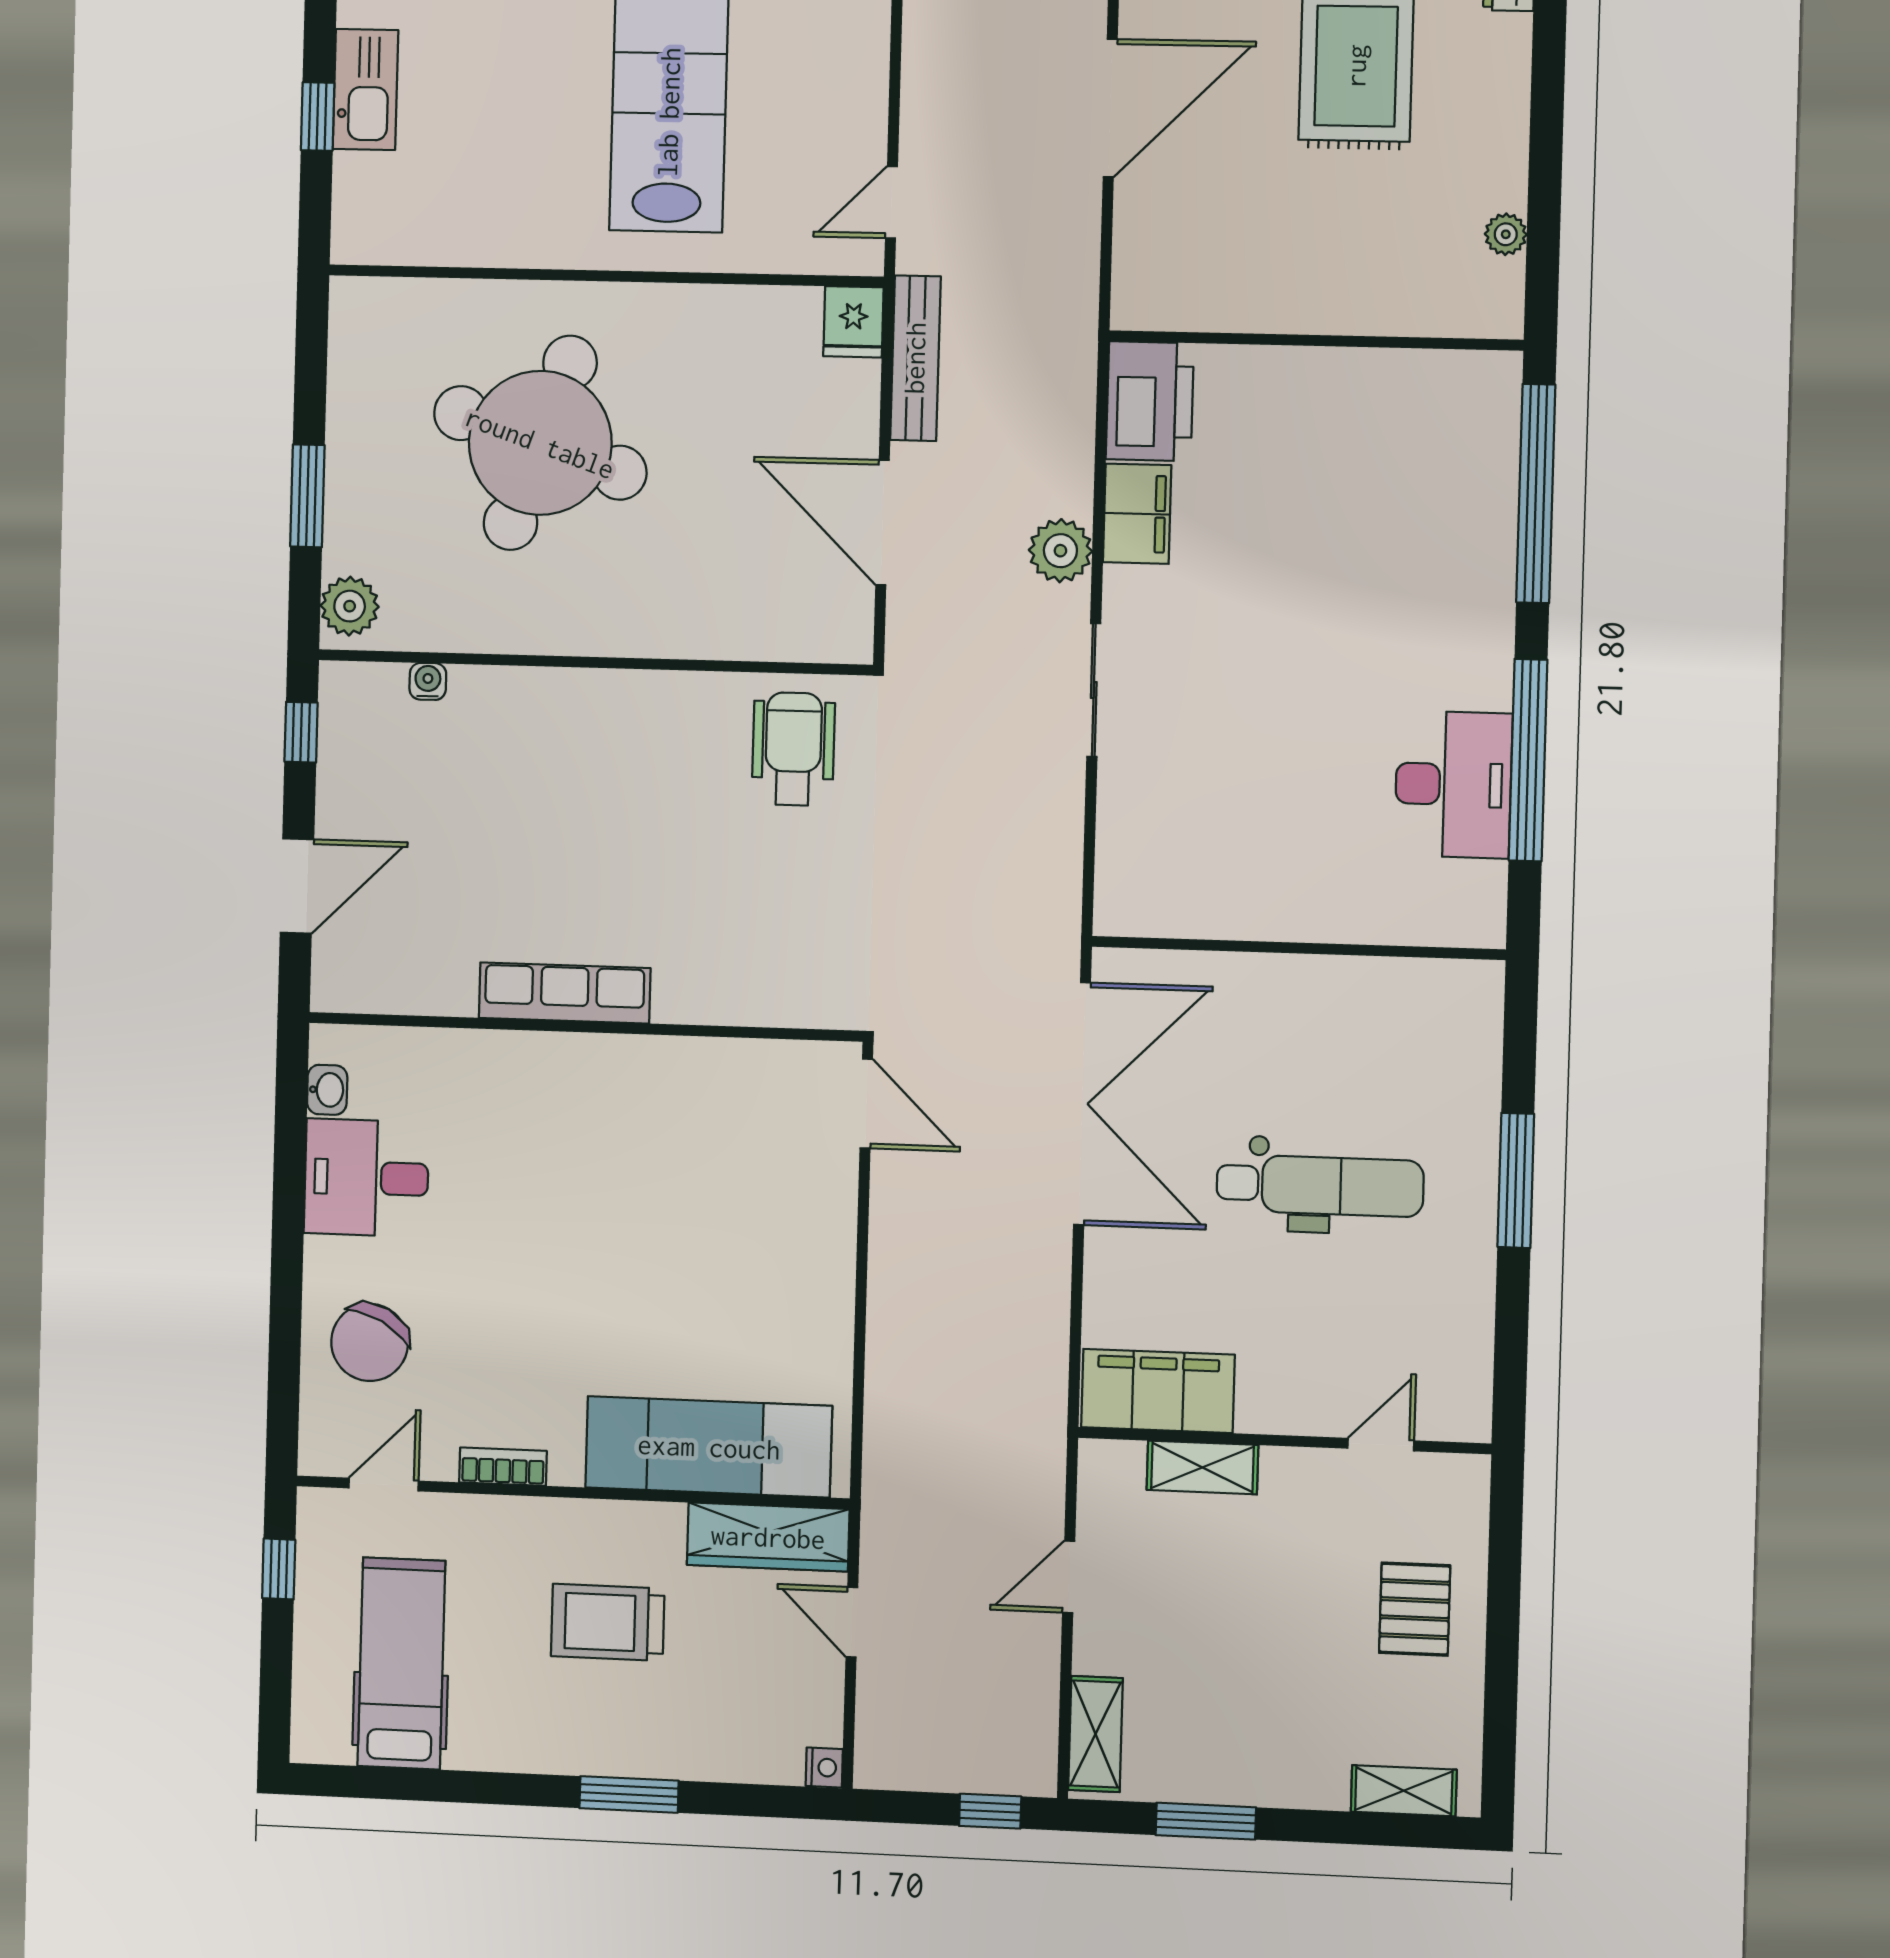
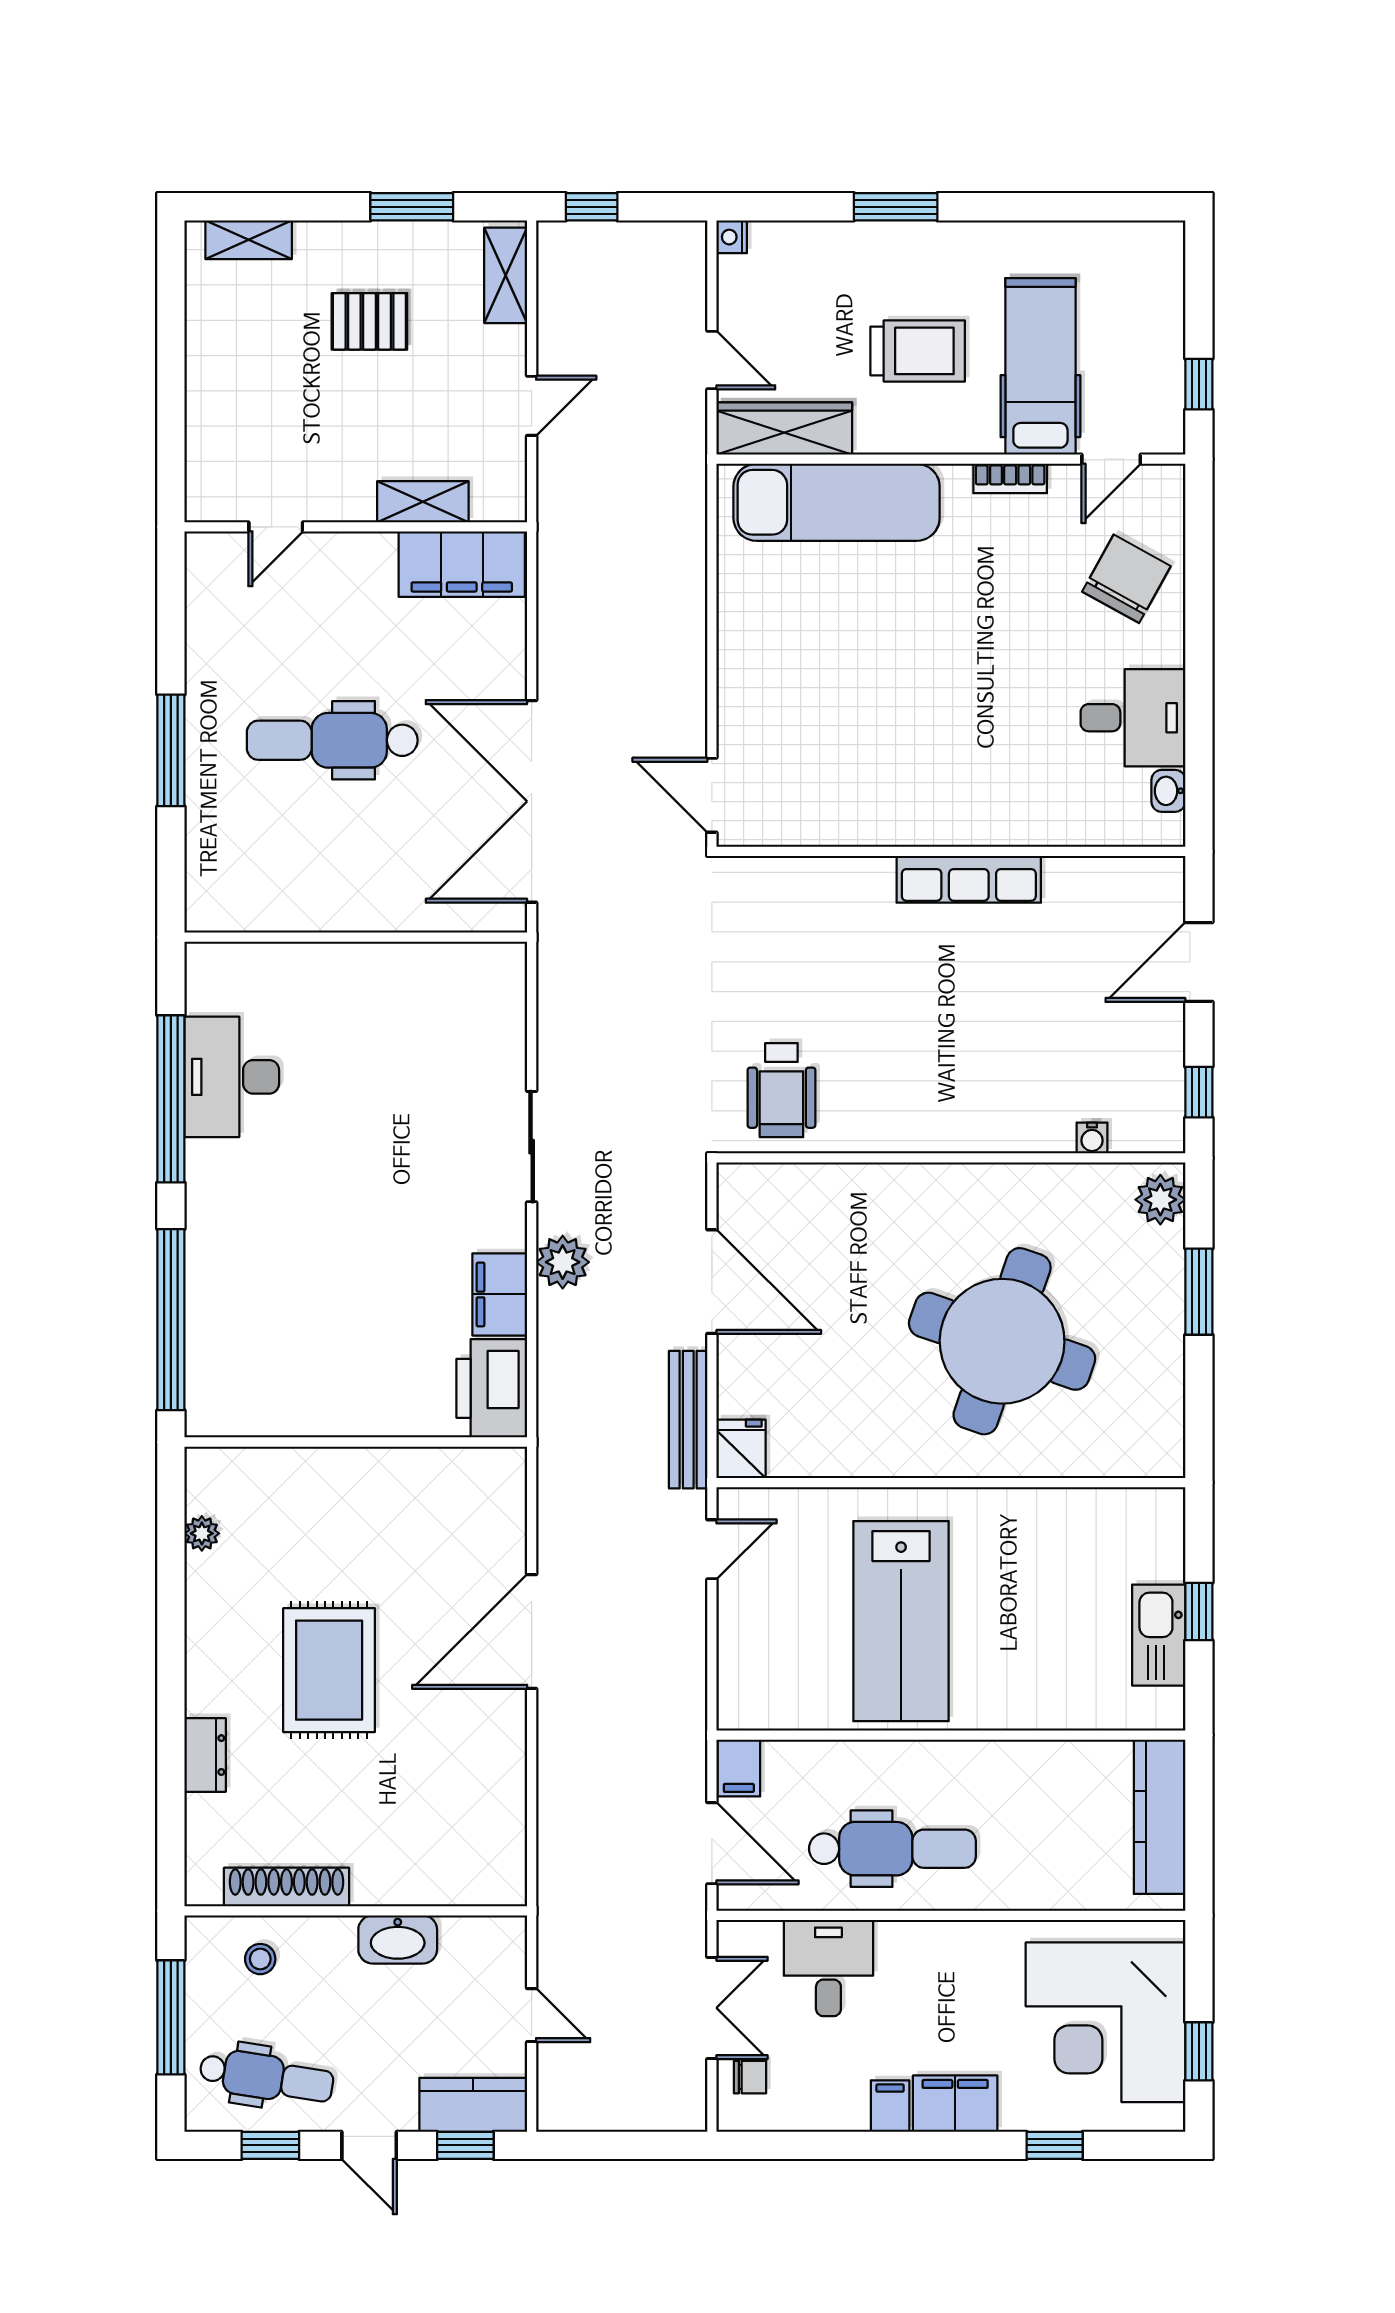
pallet: (1415, 1609) -> (369, 321), moved, turned 90
hospital bed: (401, 1663) -> (1040, 366), moved, turned 180

